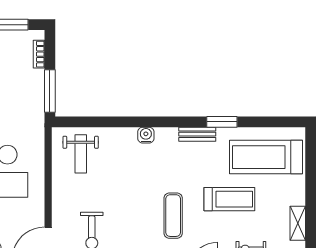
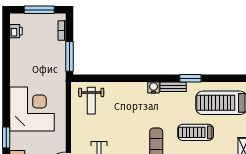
water cooler: (146, 135) -> (154, 87), moved
treadmill: (229, 199) -> (196, 132), turned 180

